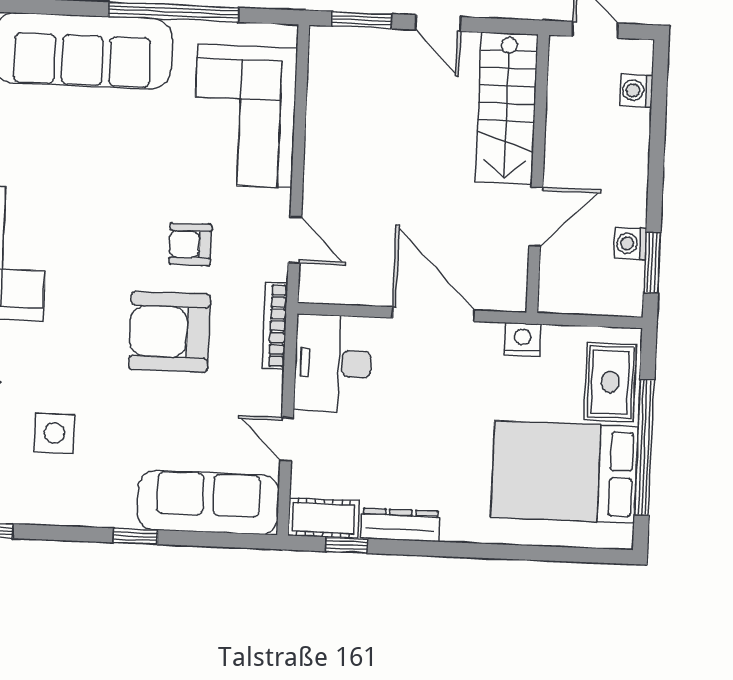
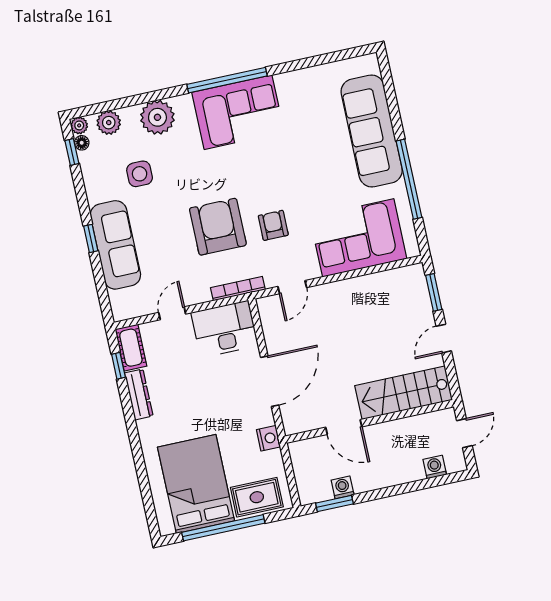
sofa: (208, 502) -> (115, 245), moved

